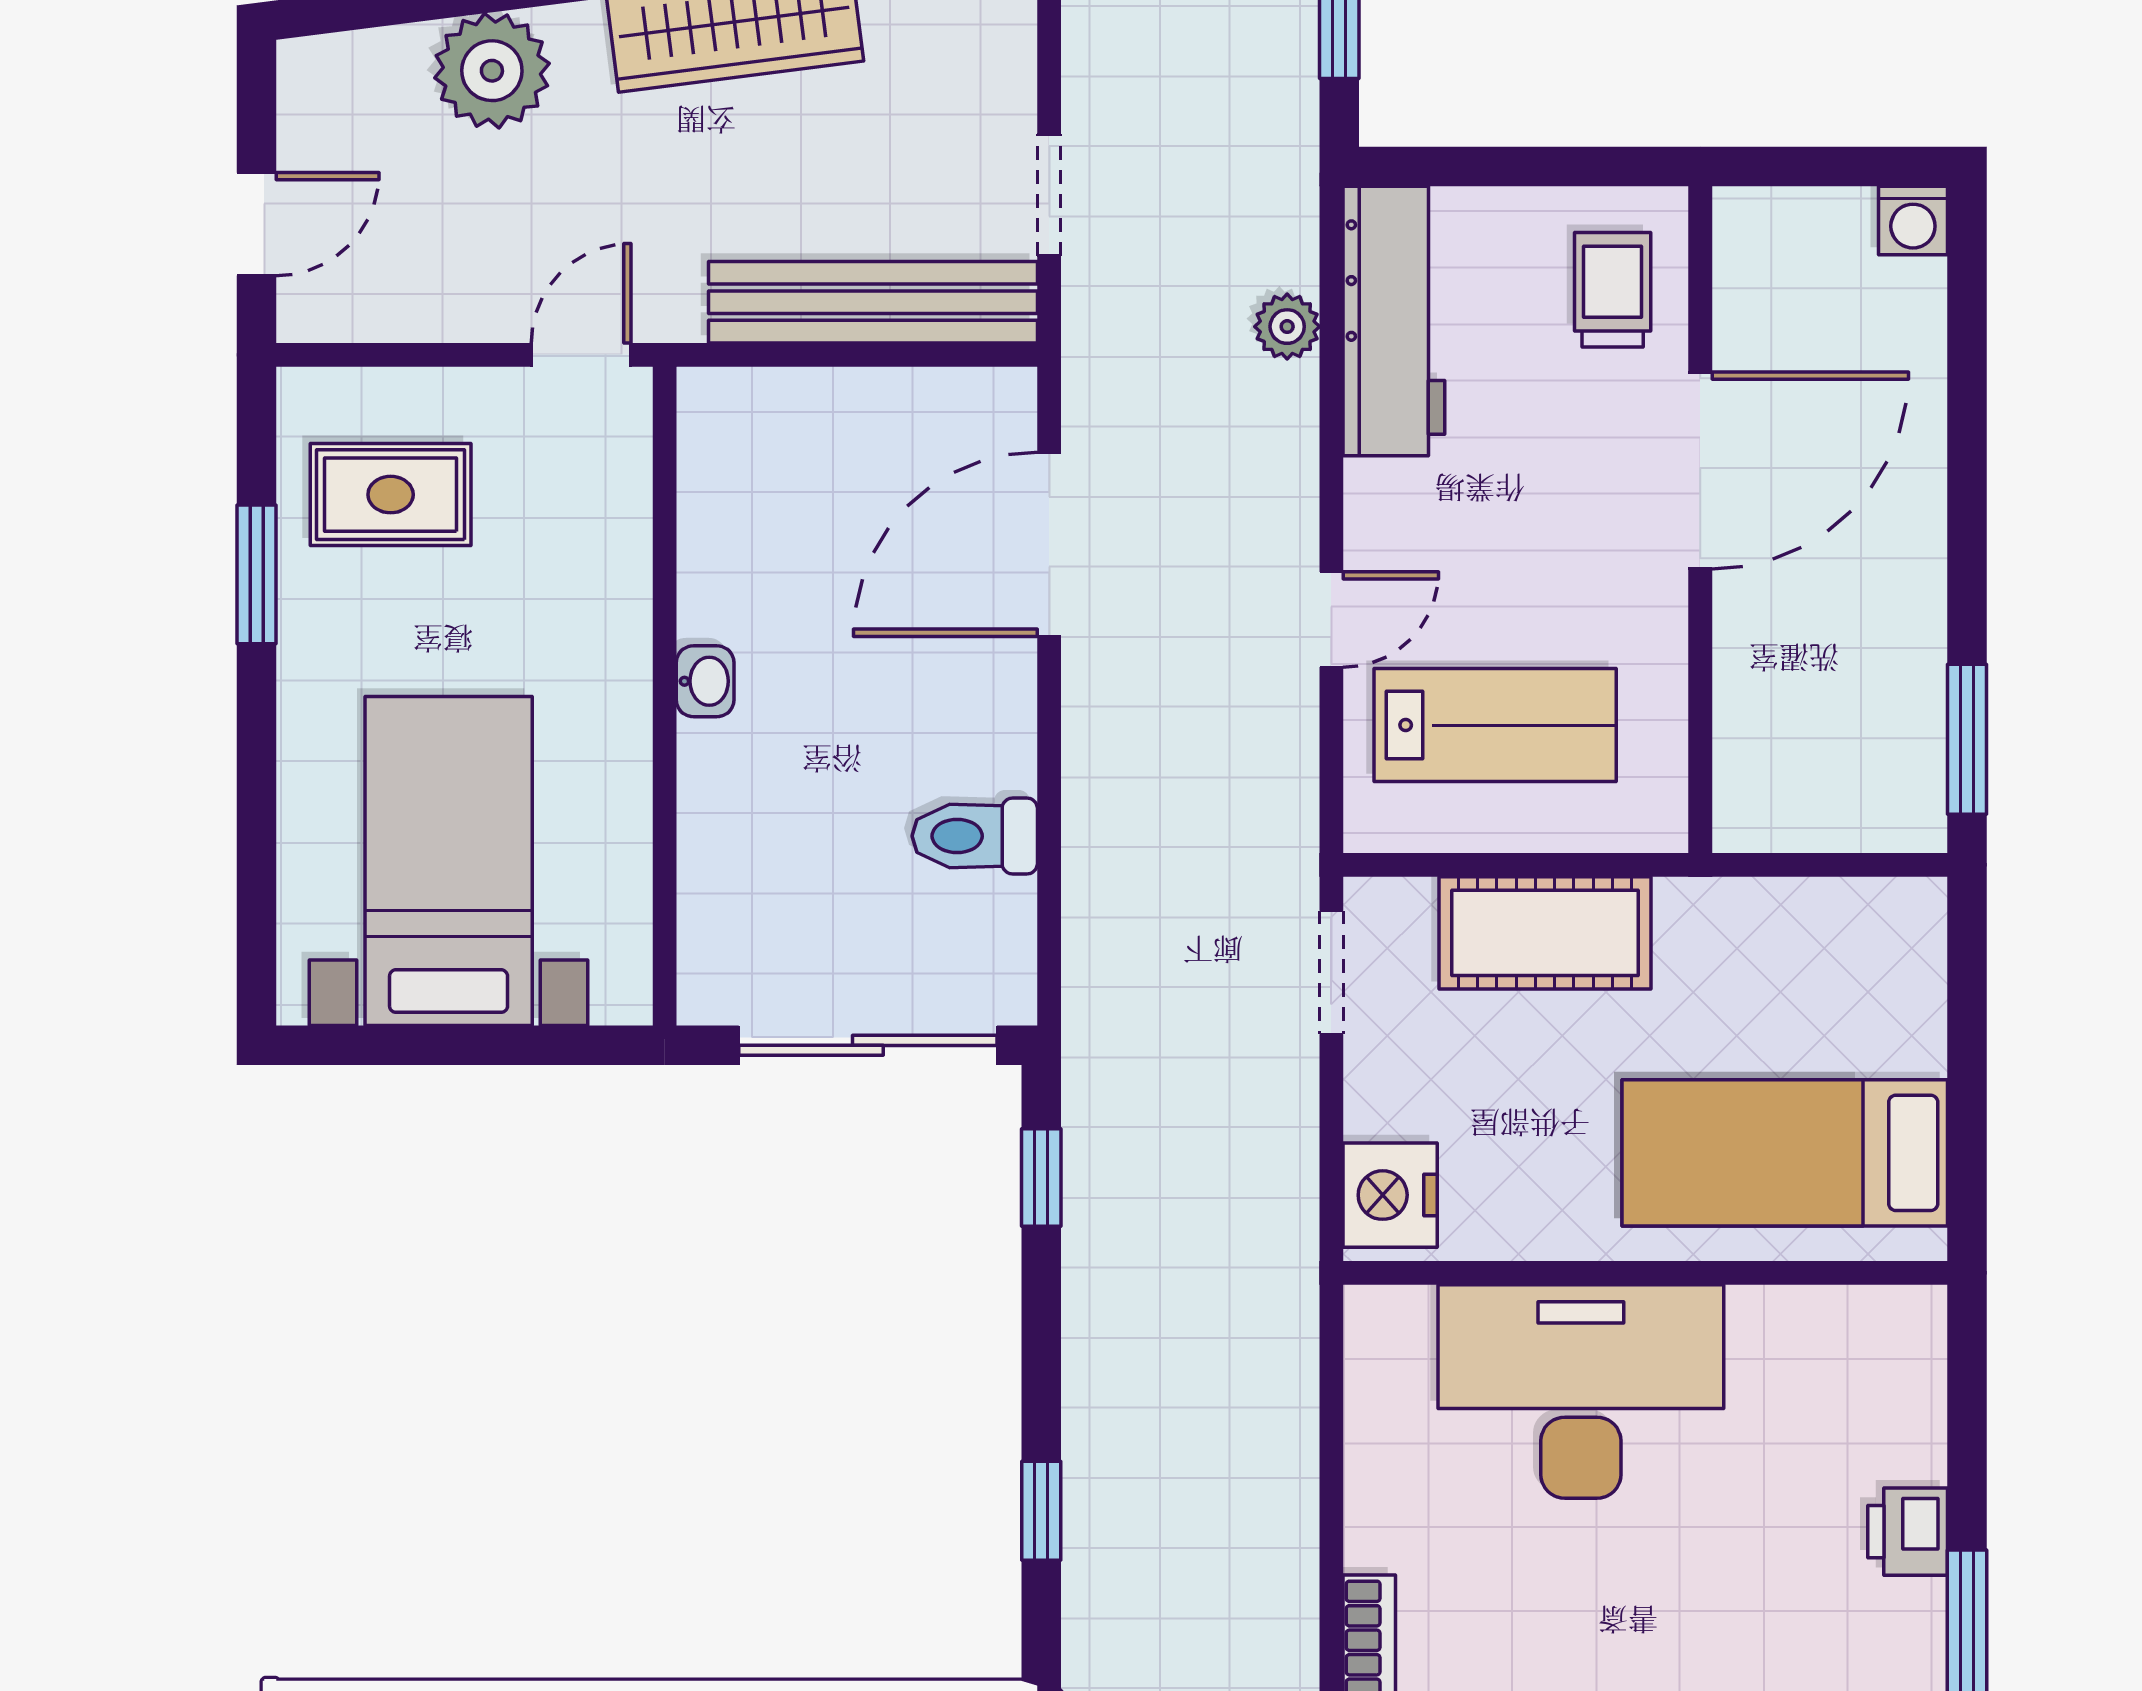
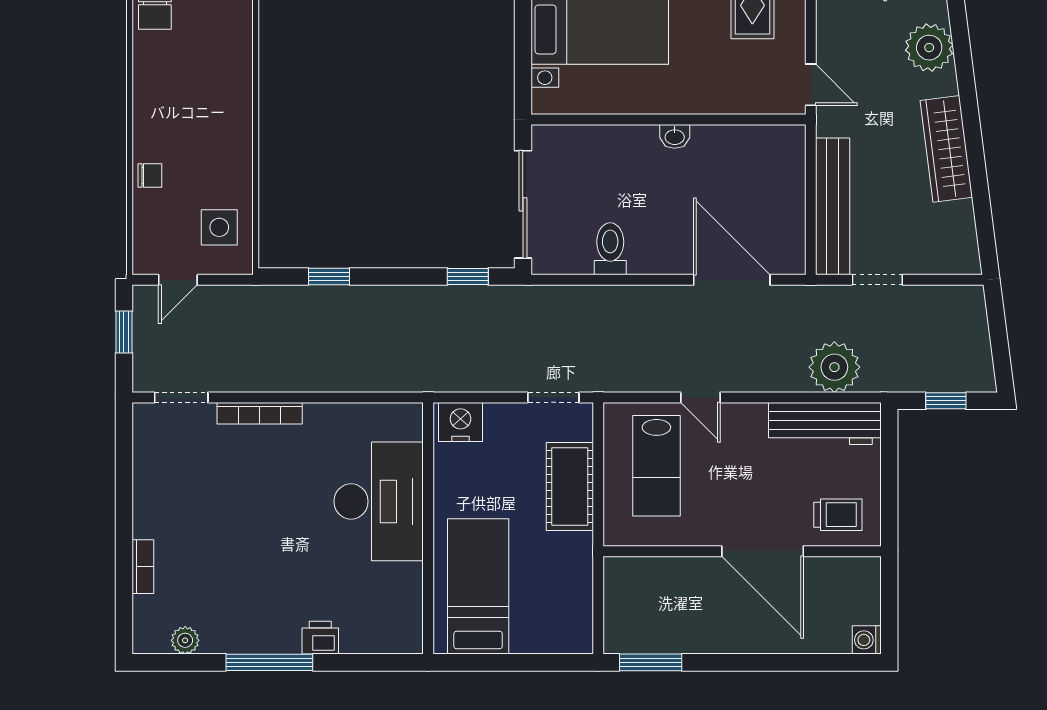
plant: (1287, 327) -> (834, 367), width x1.87, depth x1.87

